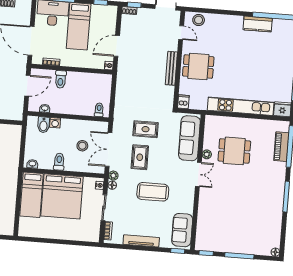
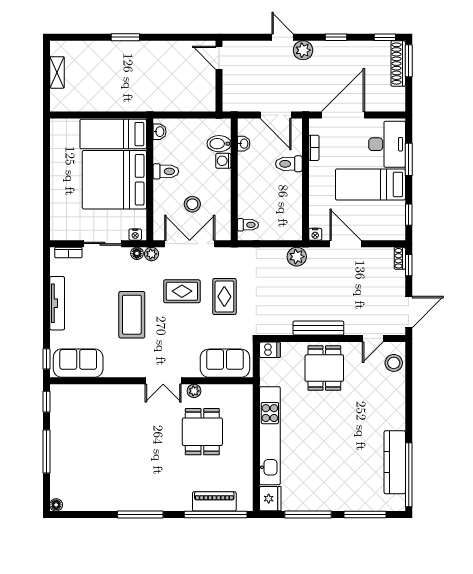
kitchen counter: (258, 24) -> (395, 462), width x1.50
plant: (123, 79) -> (297, 257), added
sofa: (189, 138) -> (225, 363), width x0.73

